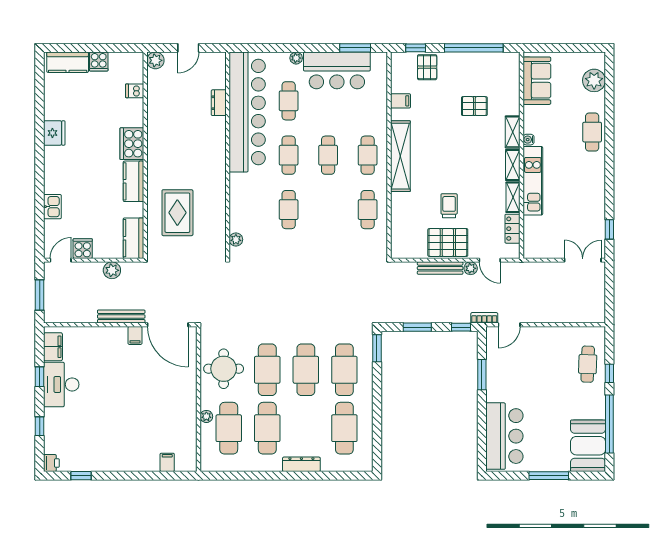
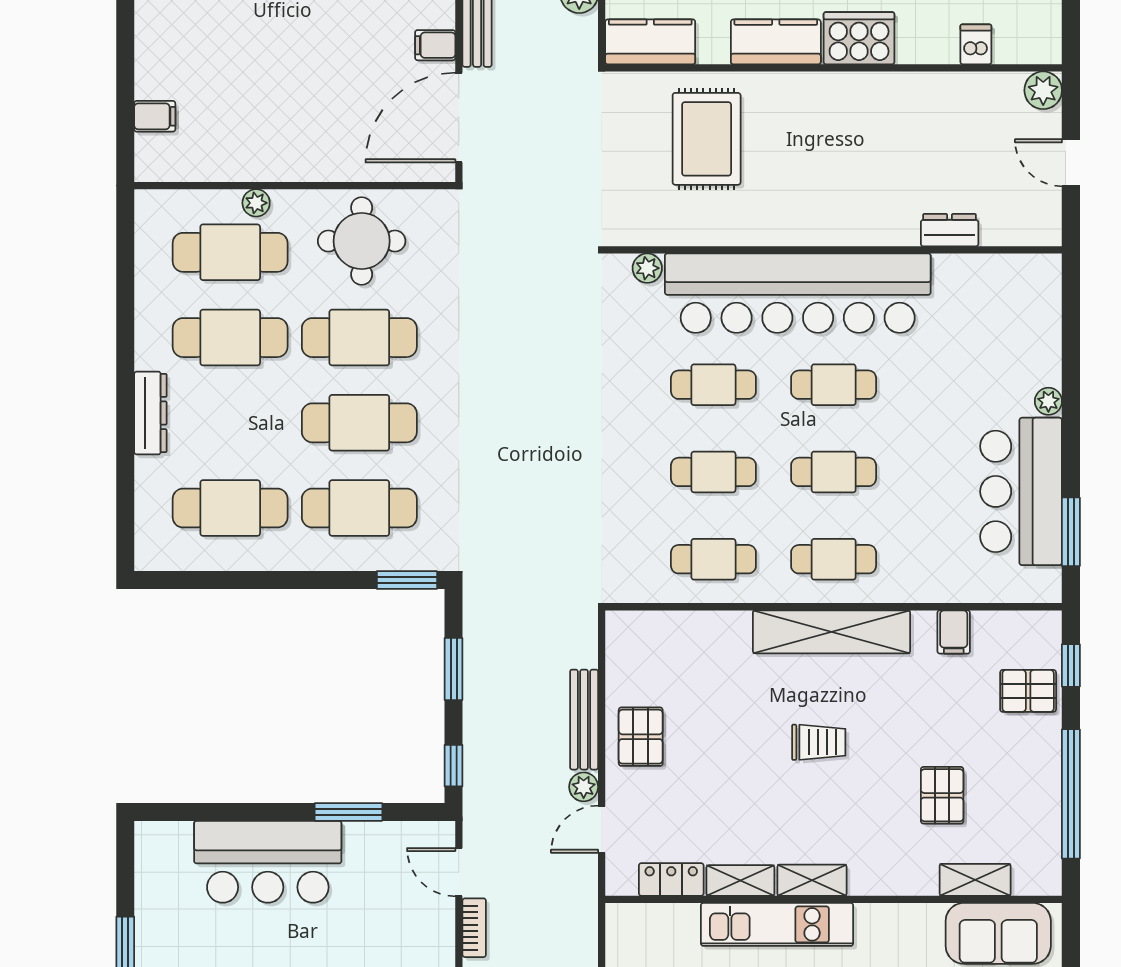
cafe table: (289, 101) -> (713, 472), moved
bar counter: (247, 112) -> (798, 293), moved
shelving: (513, 132) -> (975, 880), moved
water cooler: (529, 140) -> (868, 915), removed
trolley: (449, 206) -> (819, 742), moved
rug: (177, 213) -> (707, 139), turned 90
pallet: (448, 242) -> (641, 737), width x0.67, depth x0.71
bookcase: (484, 318) -> (474, 928), moved
bar counter: (504, 436) -> (268, 862), moved

